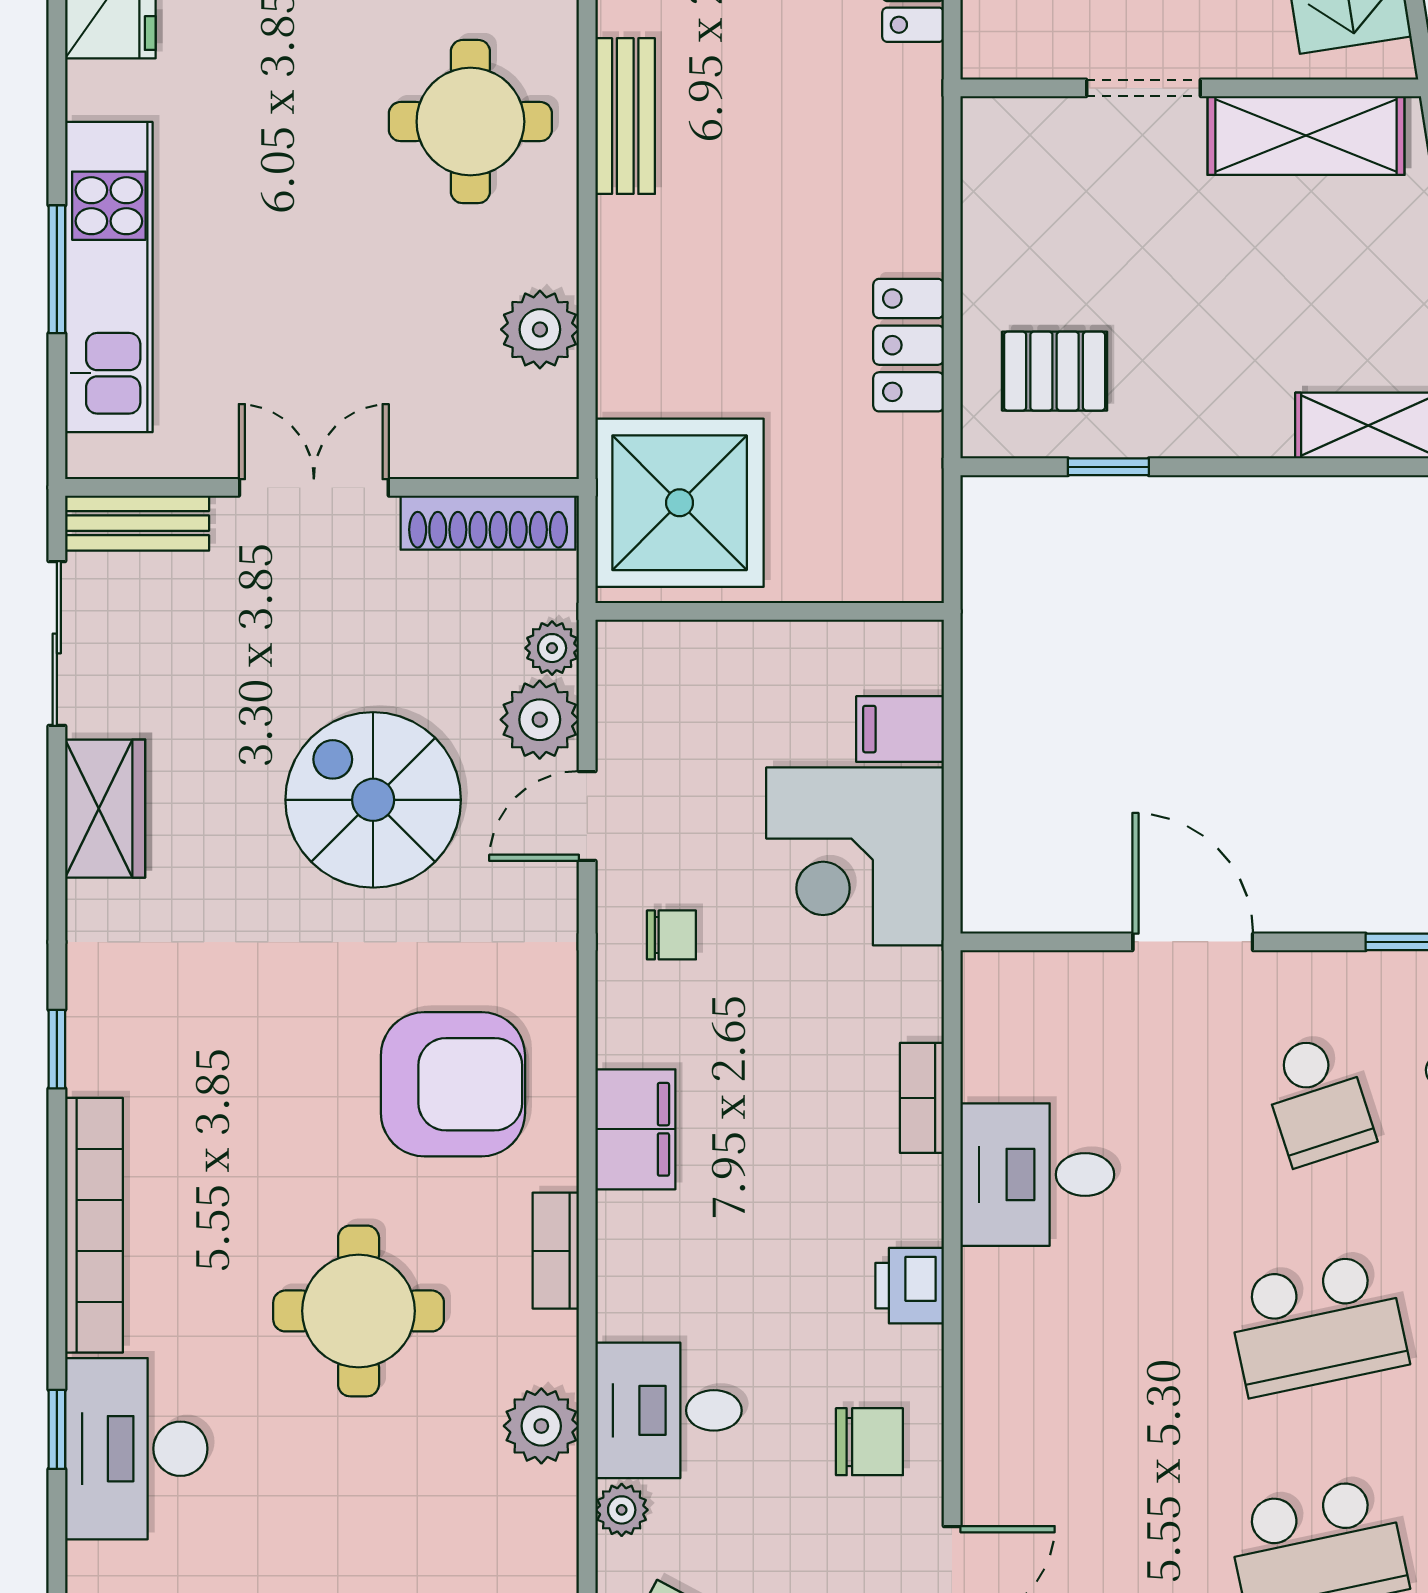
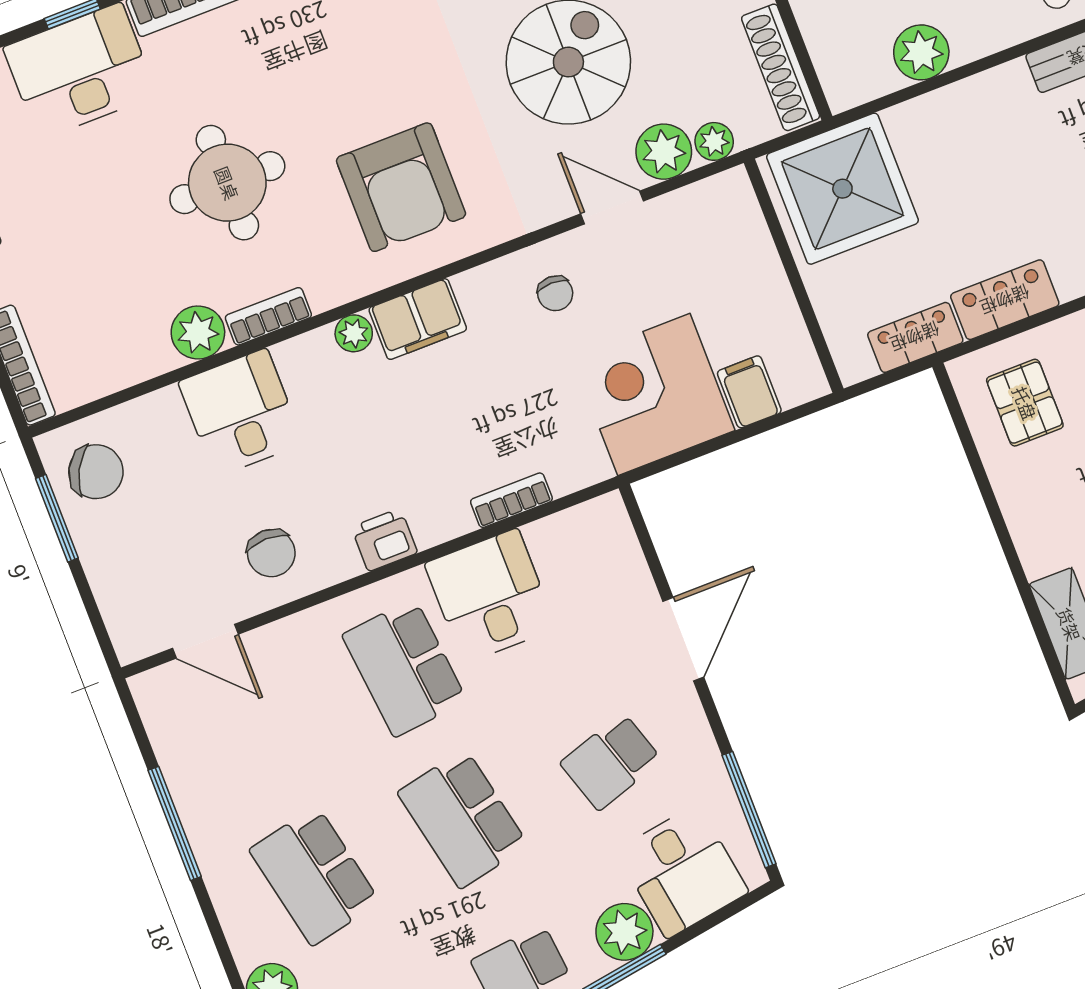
window: (1108, 467) -> (975, 462), removed
locker: (913, 482) -> (915, 337), added
bookcase: (556, 1251) -> (268, 316), moved
school desk: (1088, 1324) -> (404, 668), added
plant: (622, 1510) -> (354, 333), moved

